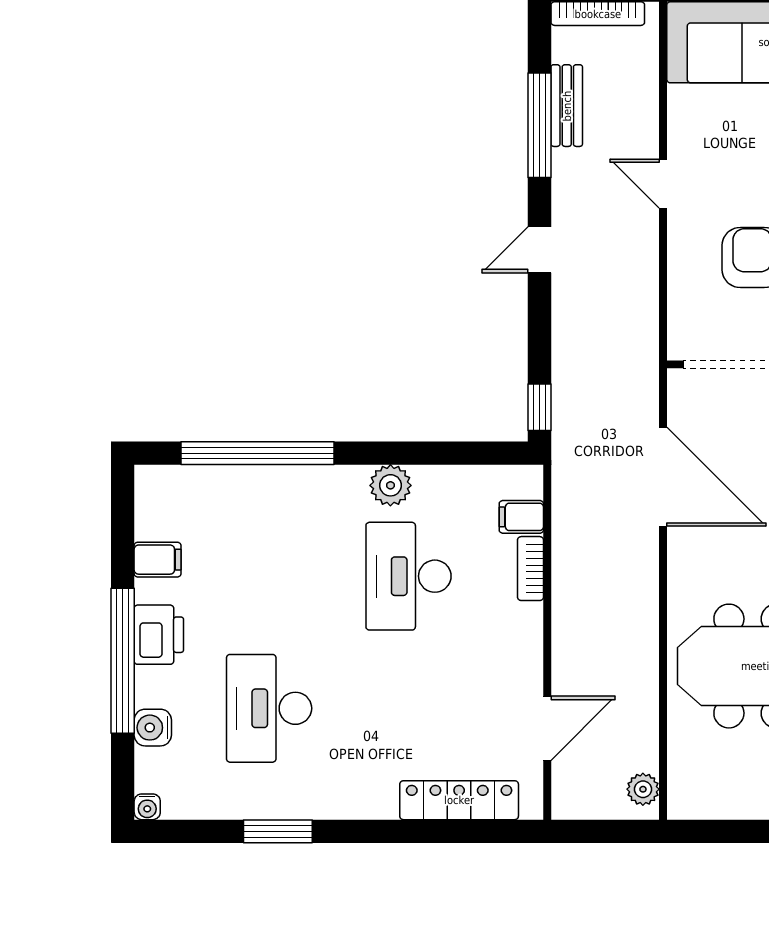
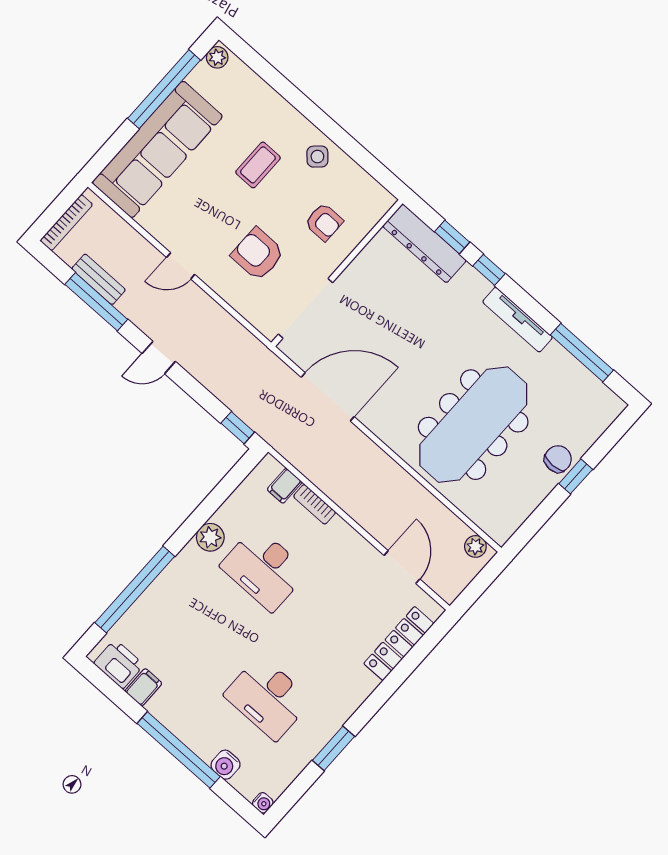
door: (539, 250) -> (159, 357), hinge flipped
printer: (159, 635) -> (119, 664), moved

